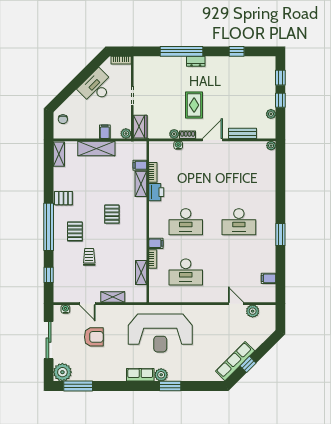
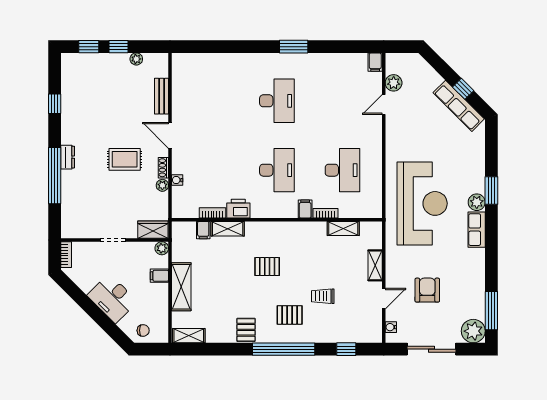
desk: (96, 87) -> (112, 298), moved
plant: (271, 146) -> (178, 59), removed
filing cabinet: (269, 278) -> (375, 62), moved

